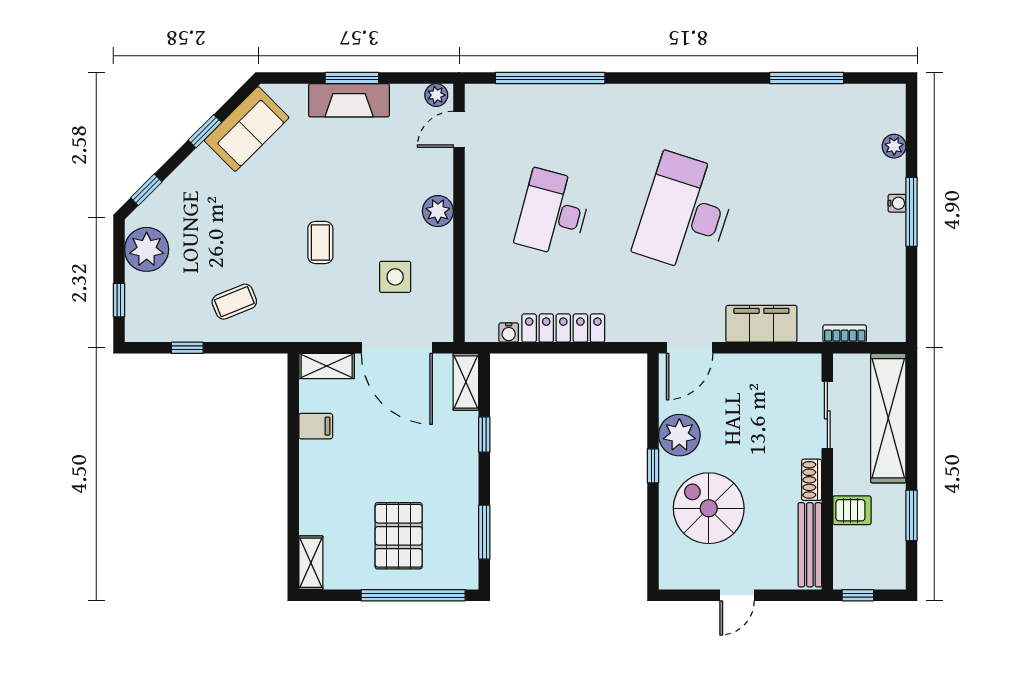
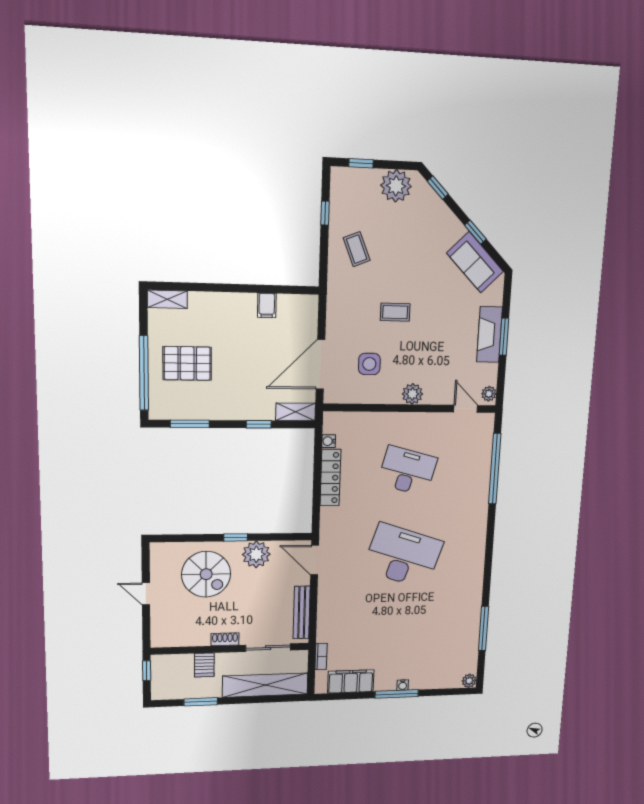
plant: (894, 146) -> (469, 681), moved
filing cabinet: (761, 324) -> (351, 681), moved, turned -90
shelving: (327, 366) -> (309, 314), removed
spiral stairs: (709, 508) -> (206, 574), turned 90
bench: (810, 545) -> (302, 612), moved, turned 90

